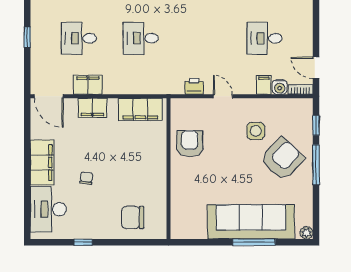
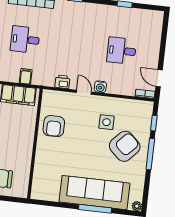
filing cabinet: (264, 85) -> (26, 76), moved
water cooler: (280, 87) -> (100, 87), moved
armchair: (190, 144) -> (54, 126), turned 180

